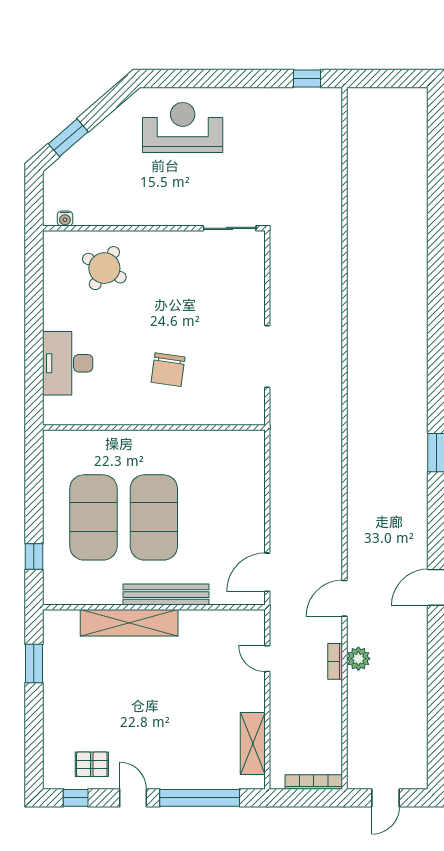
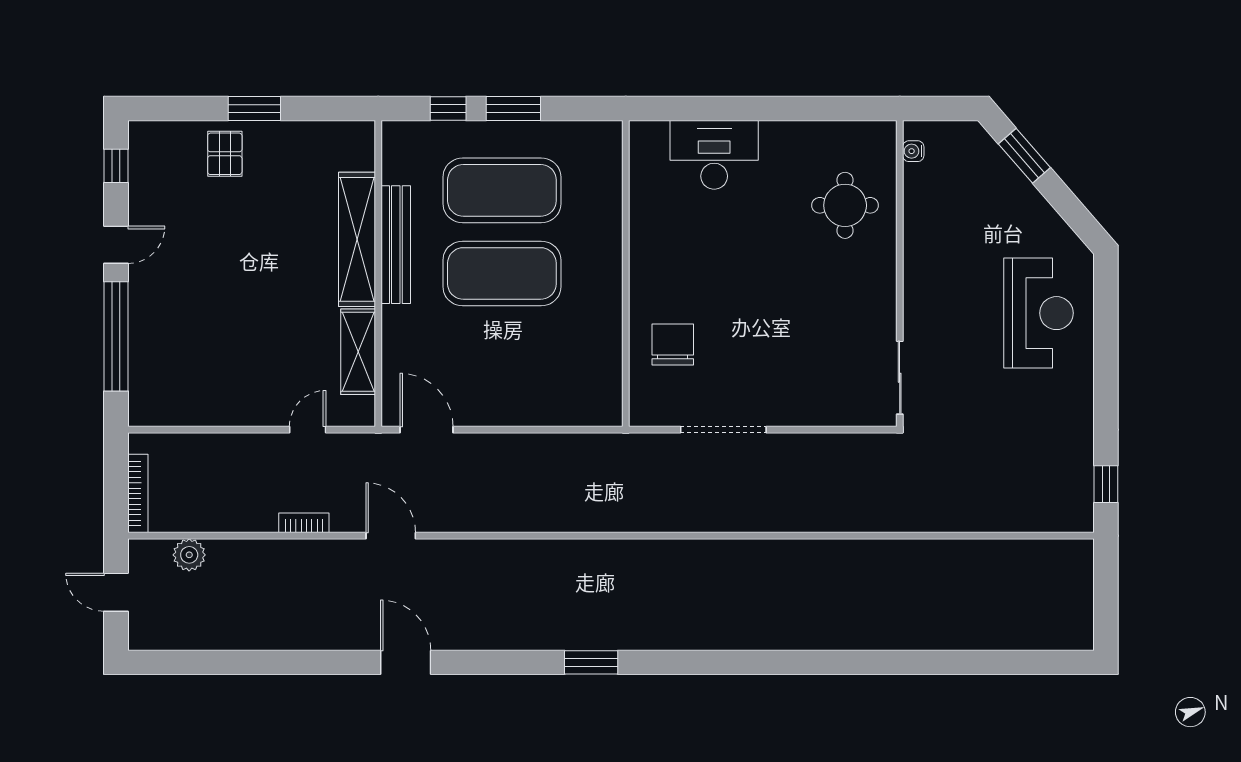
round table: (104, 268) -> (845, 205), turned -30
chair: (168, 370) -> (673, 344), moved, turned 82
window: (34, 509) -> (513, 108), added
bench: (166, 595) -> (396, 245), moved
plant: (358, 659) -> (189, 555), moved
window: (34, 664) -> (254, 108), moved
shelving: (253, 743) -> (358, 352), moved, turned 90
pallet: (92, 764) -> (225, 154), moved

